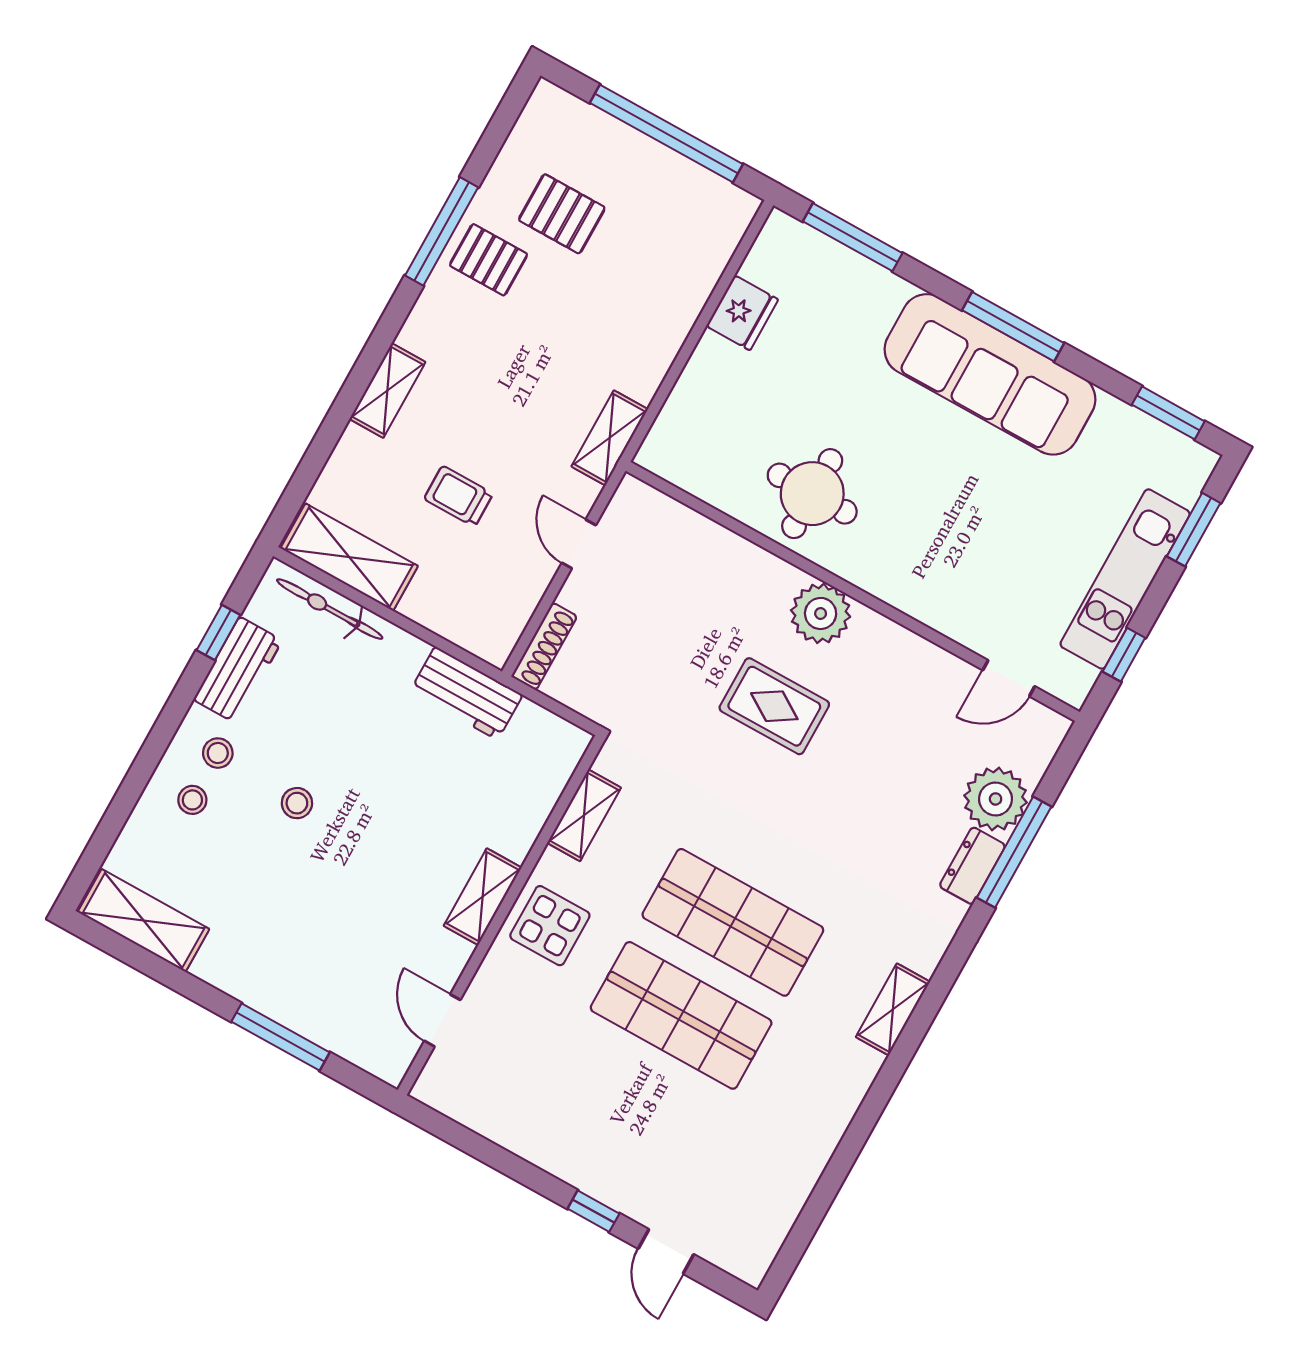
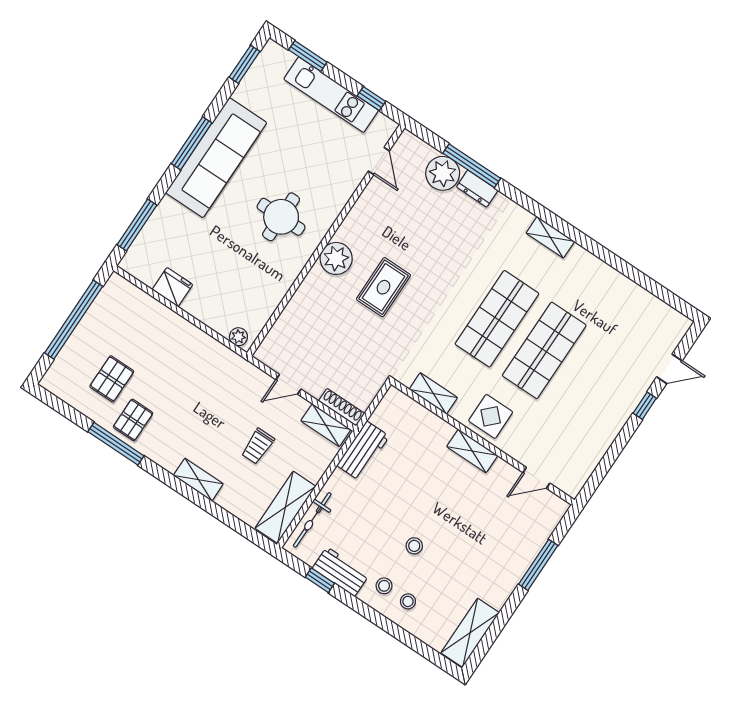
shelving: (610, 438) -> (326, 425), moved
plant: (660, 443) -> (238, 337), added
round table: (812, 494) -> (281, 217), moved

